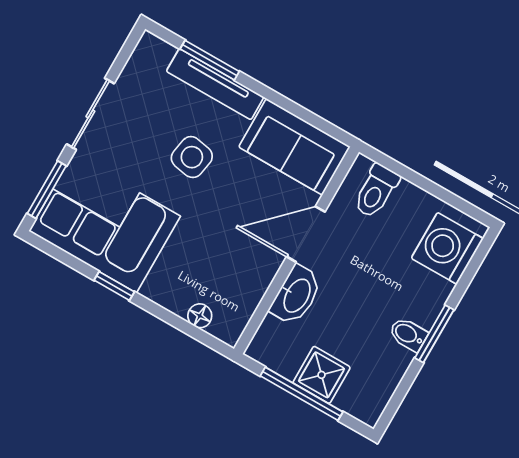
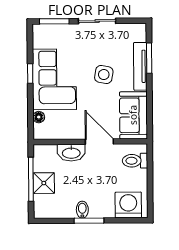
corner sofa: (105, 224) -> (54, 79), moved

